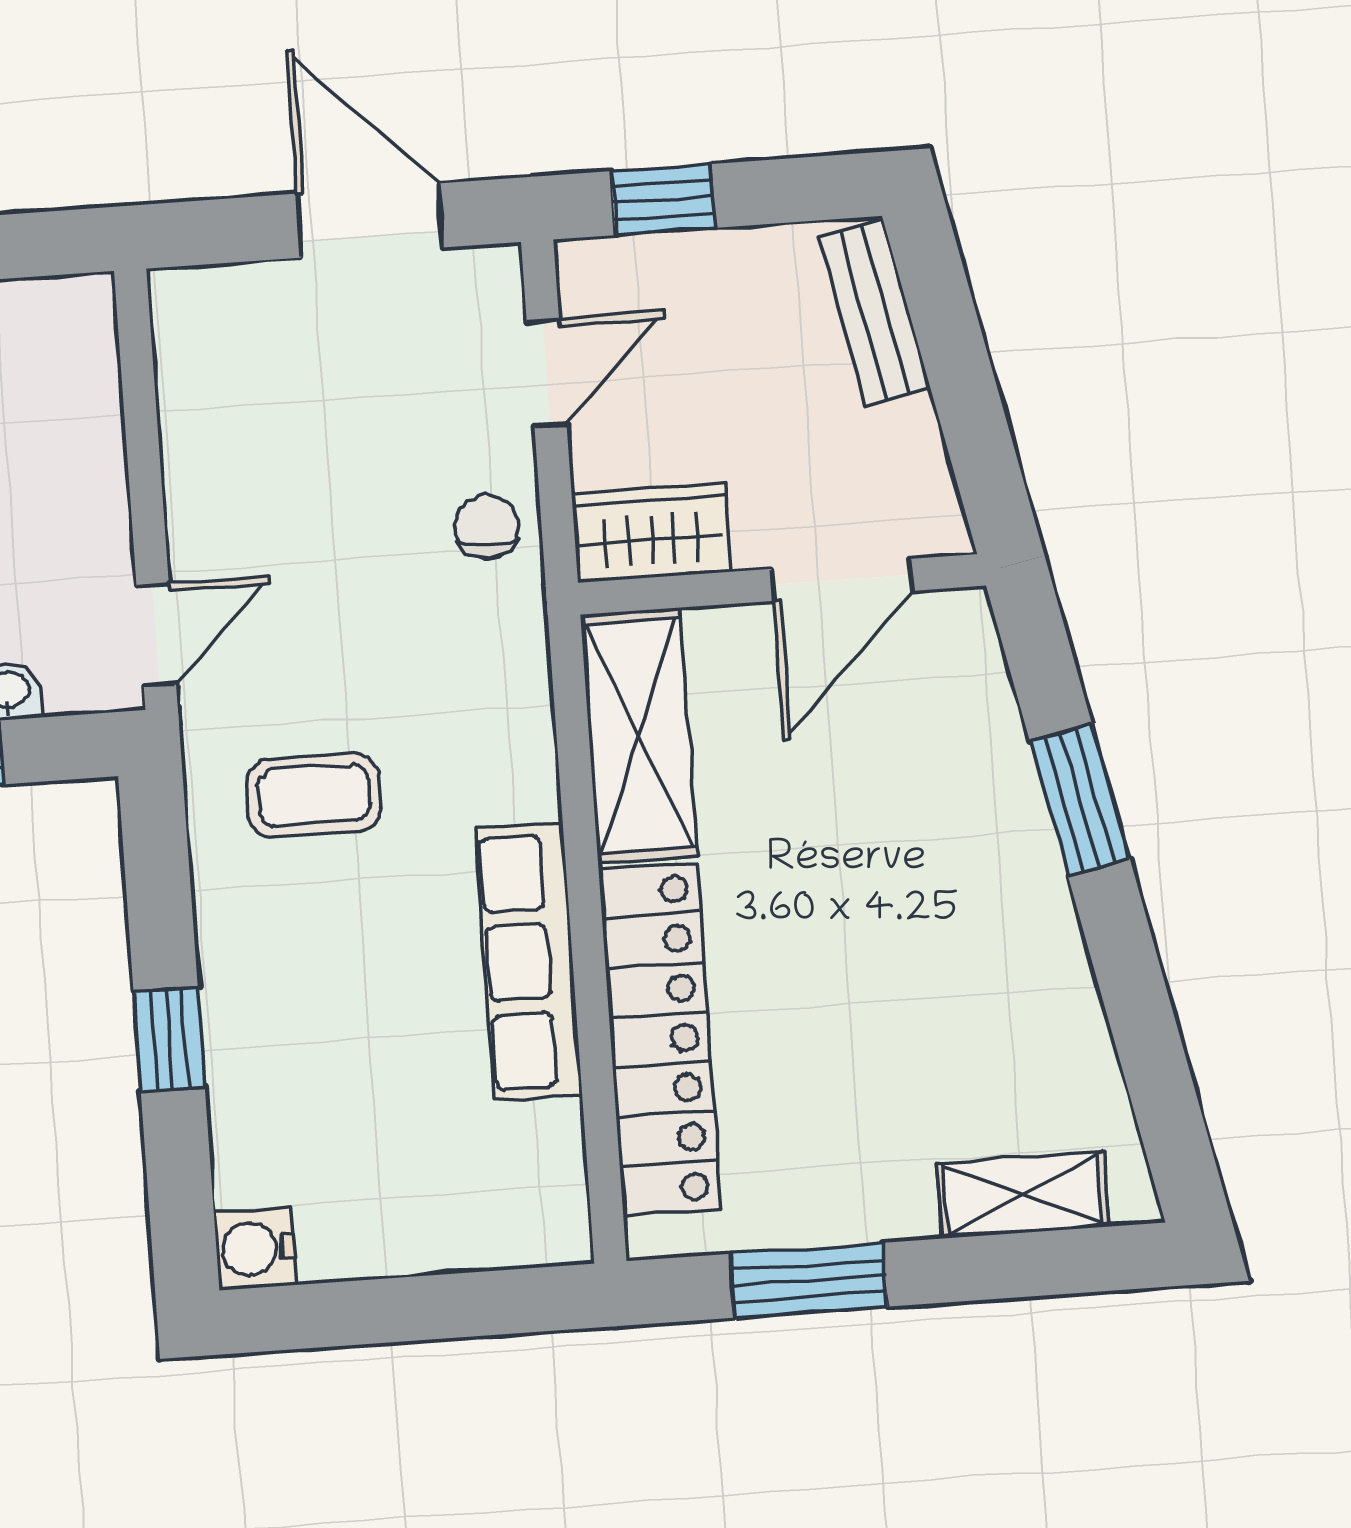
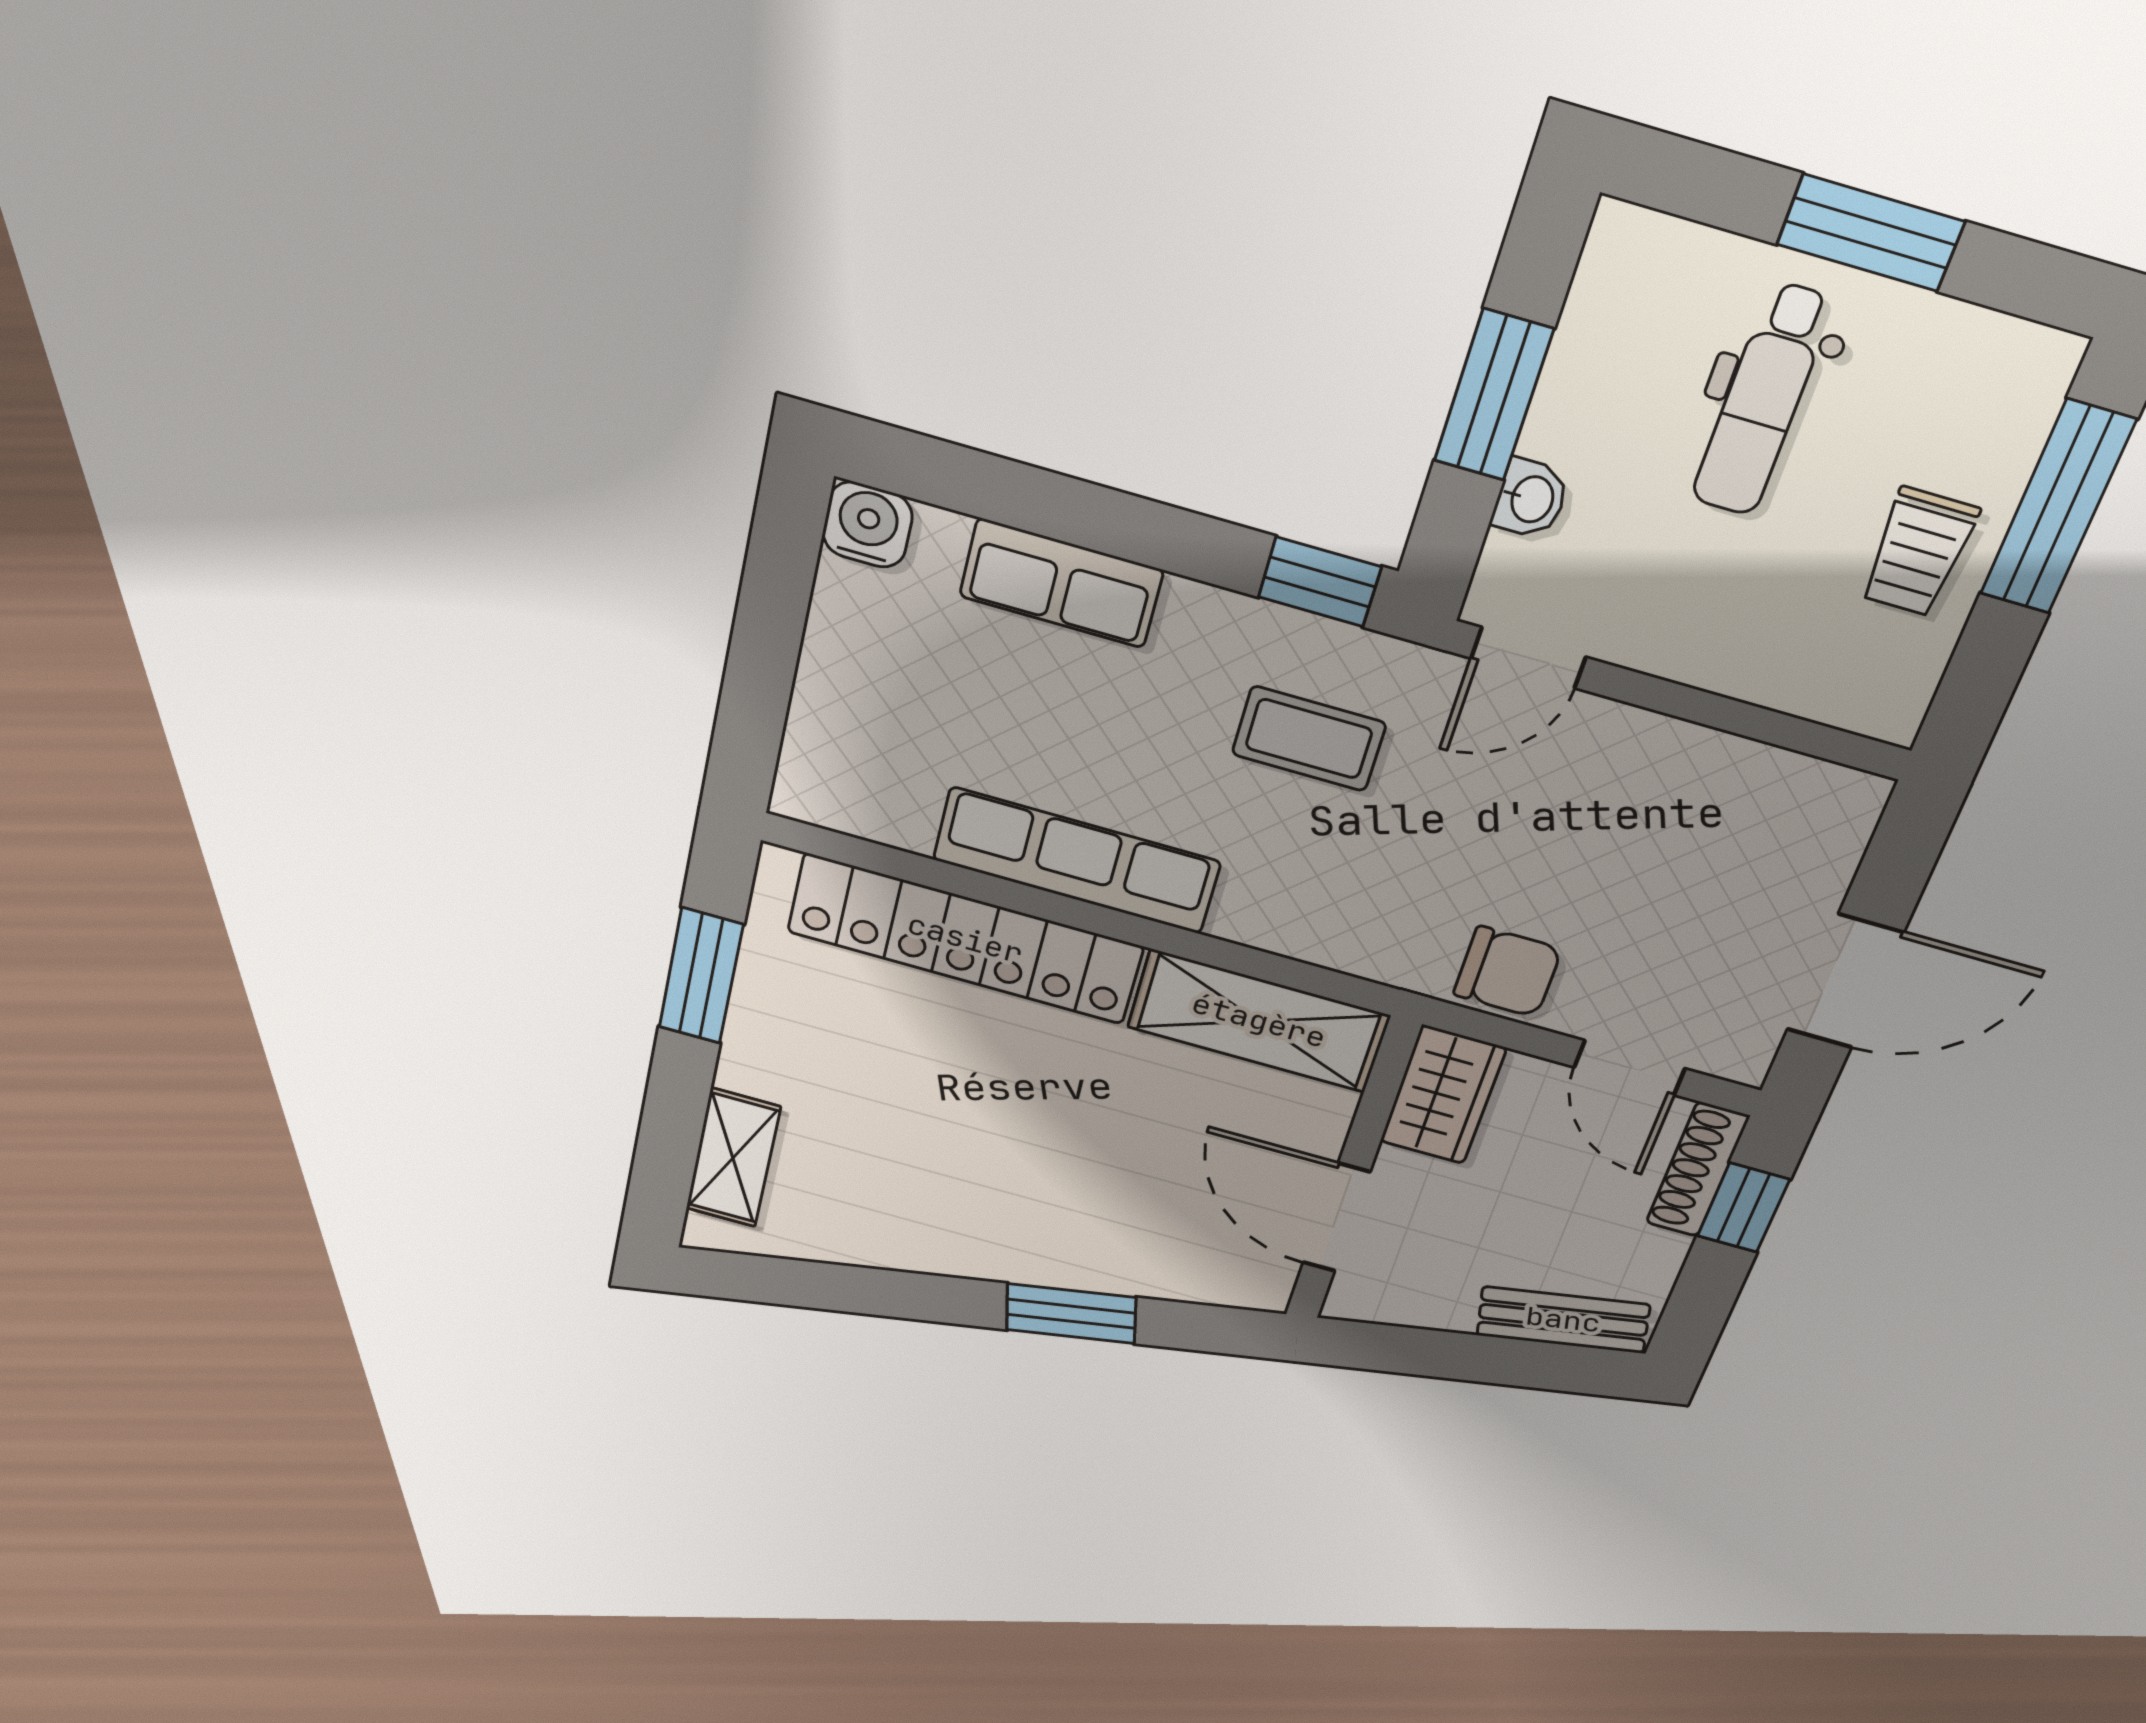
shoe rack: (637, 261) -> (1698, 1170), added
chair: (487, 527) -> (1507, 972), width x1.37, depth x1.37
door: (156, 635) -> (1528, 658), hinge flipped
coffee table: (314, 795) -> (1309, 739), turned 90
window: (169, 1039) -> (1320, 582), moved
row of seats: (246, 1063) -> (1061, 583), added

